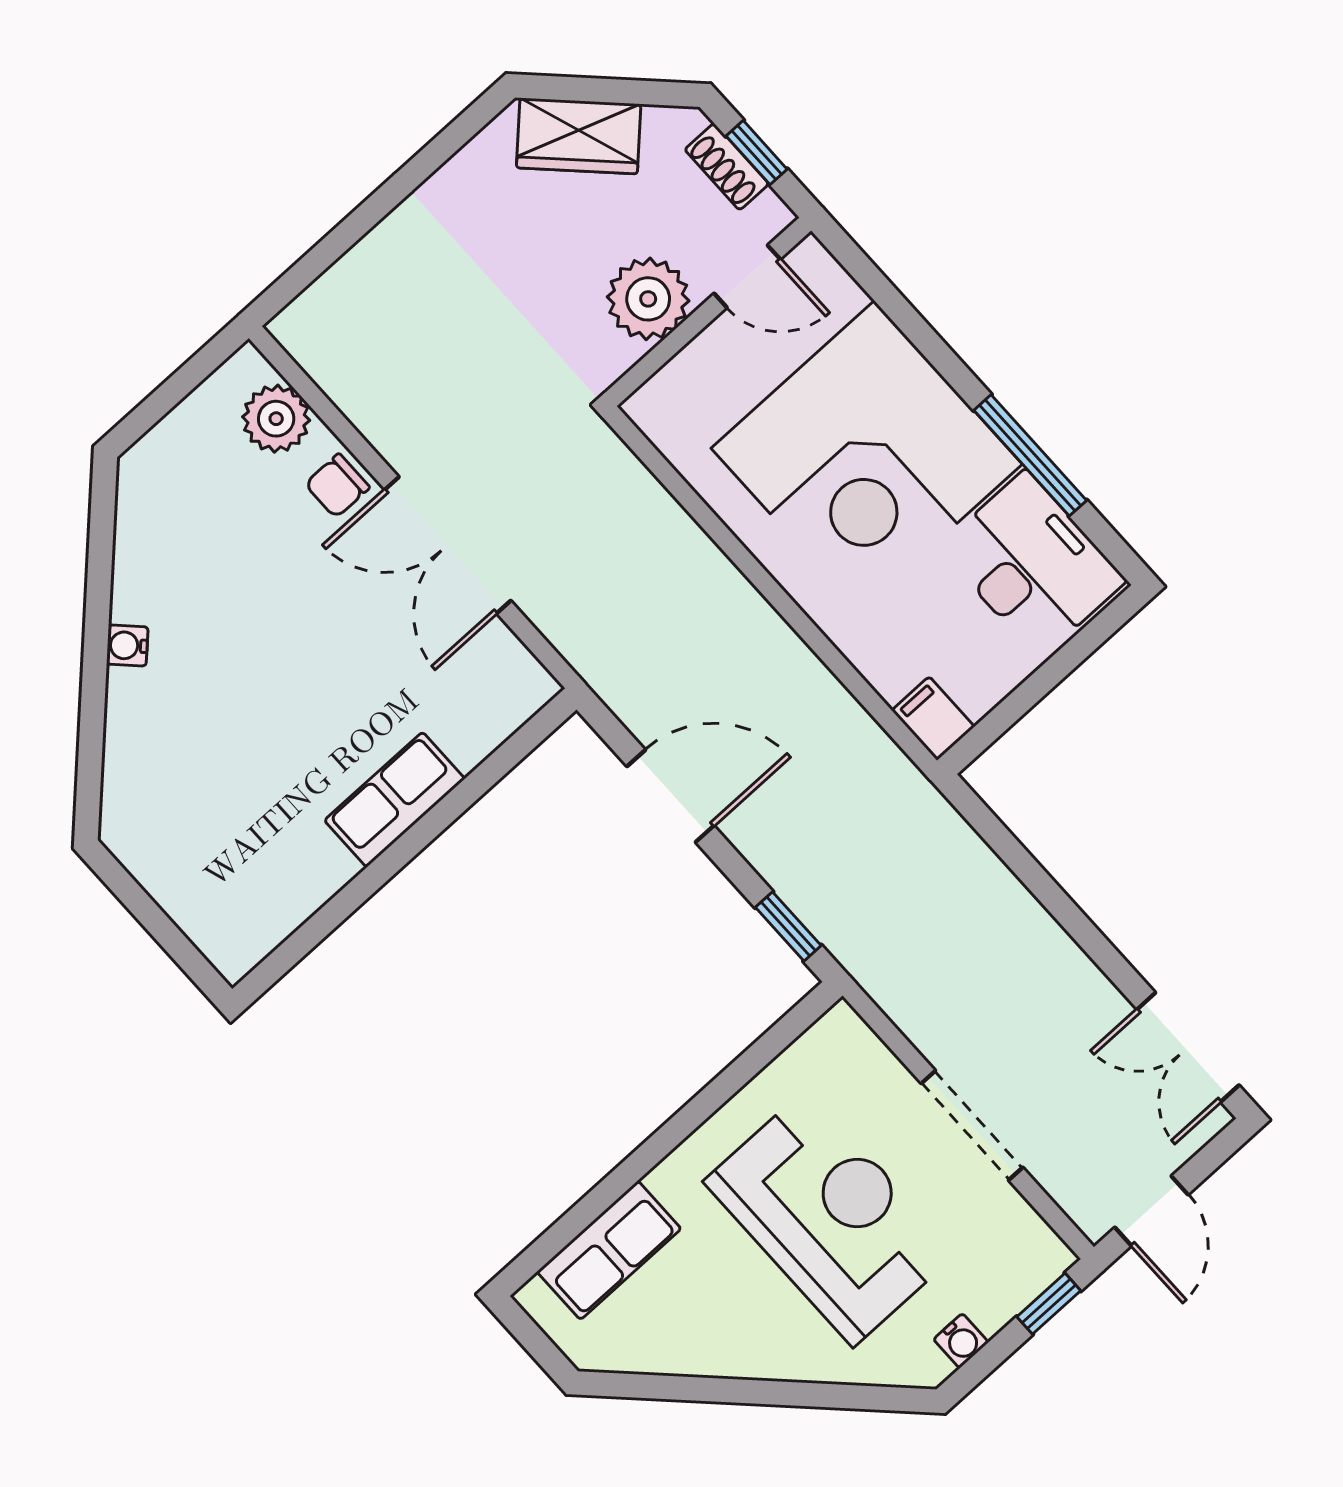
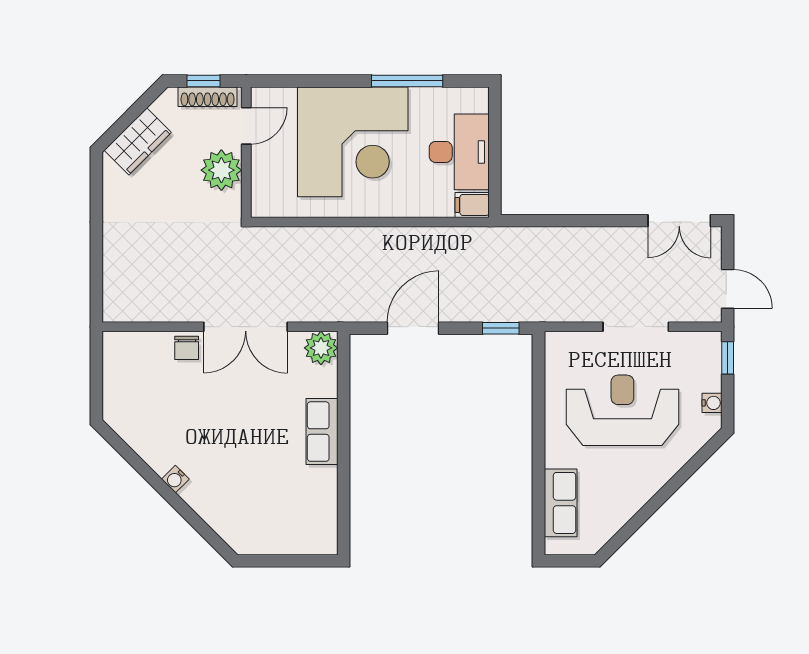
shoe rack: (727, 167) -> (208, 97), width x1.43
plant: (276, 419) -> (321, 348), moved
desk: (1032, 564) -> (459, 152), moved, turned 90

